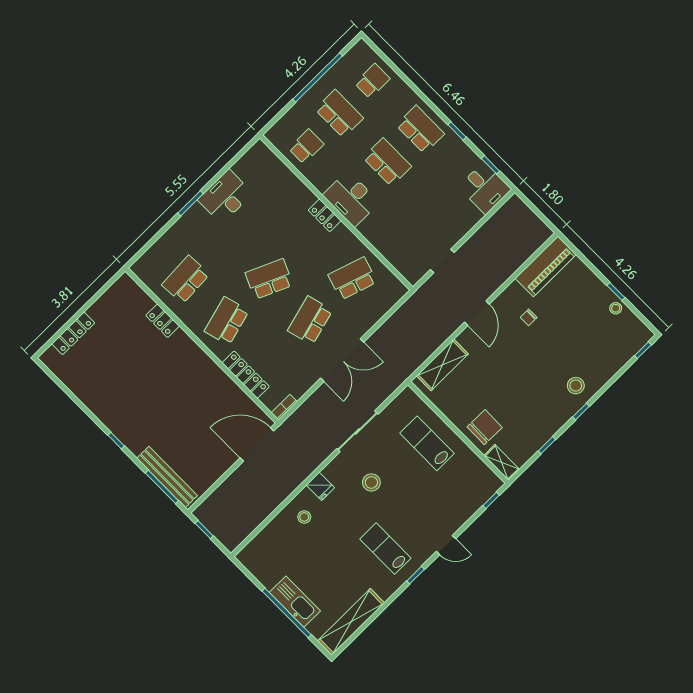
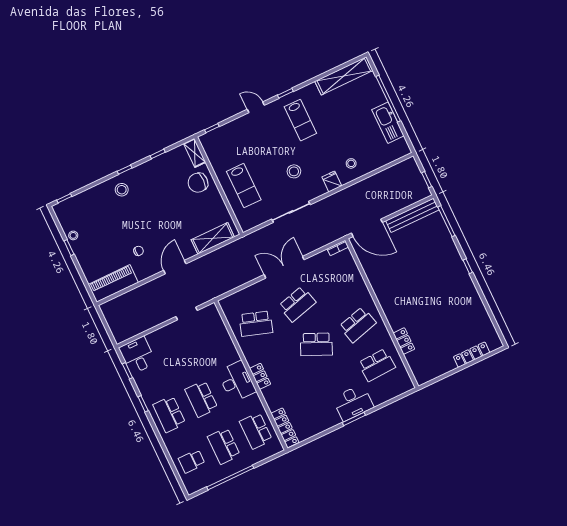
school desk: (306, 146) -> (256, 431), width x1.85
desk: (225, 197) -> (353, 403), moved
locker: (246, 375) -> (285, 428), moved, turned 180
bench: (167, 477) -> (412, 215), moved, turned 90
kitchen sink: (295, 602) -> (388, 123), moved

